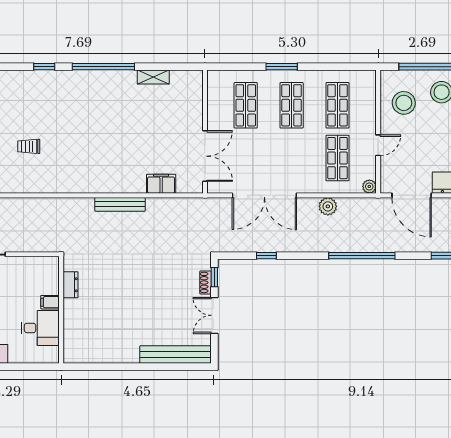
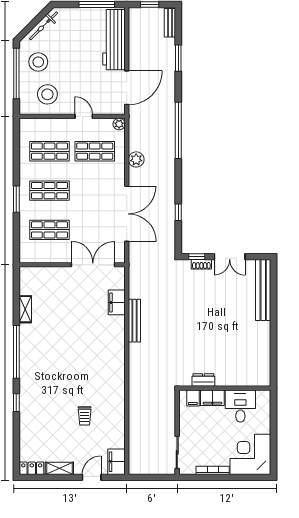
bench: (120, 204) -> (134, 321), moved
filing cabinet: (50, 273) -> (193, 398), added
filing cabinet: (50, 302) -> (212, 398), width x2.00

